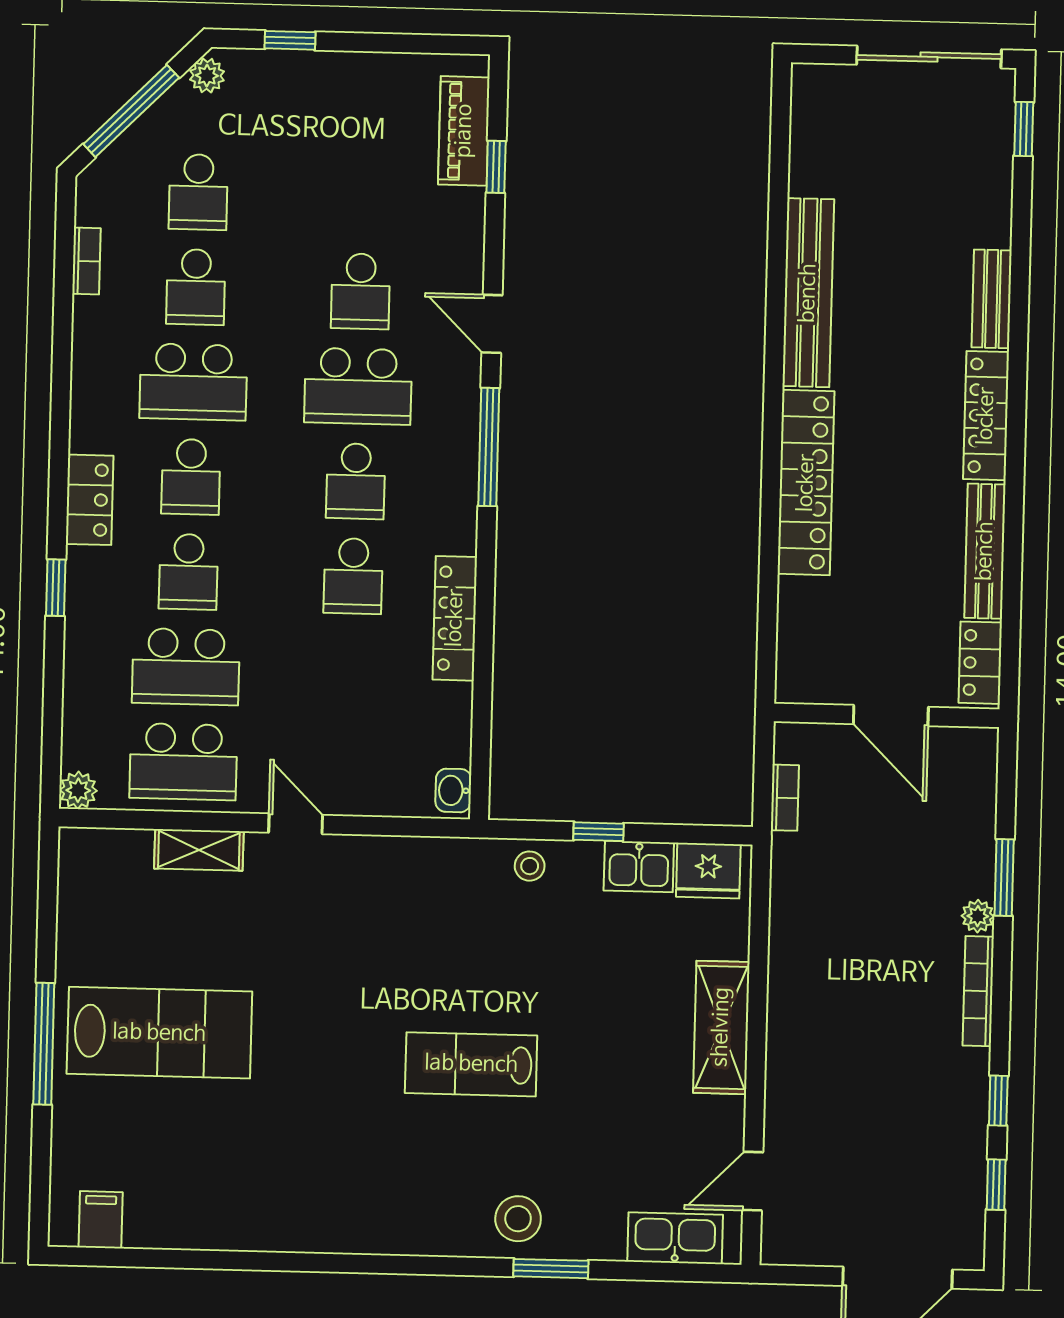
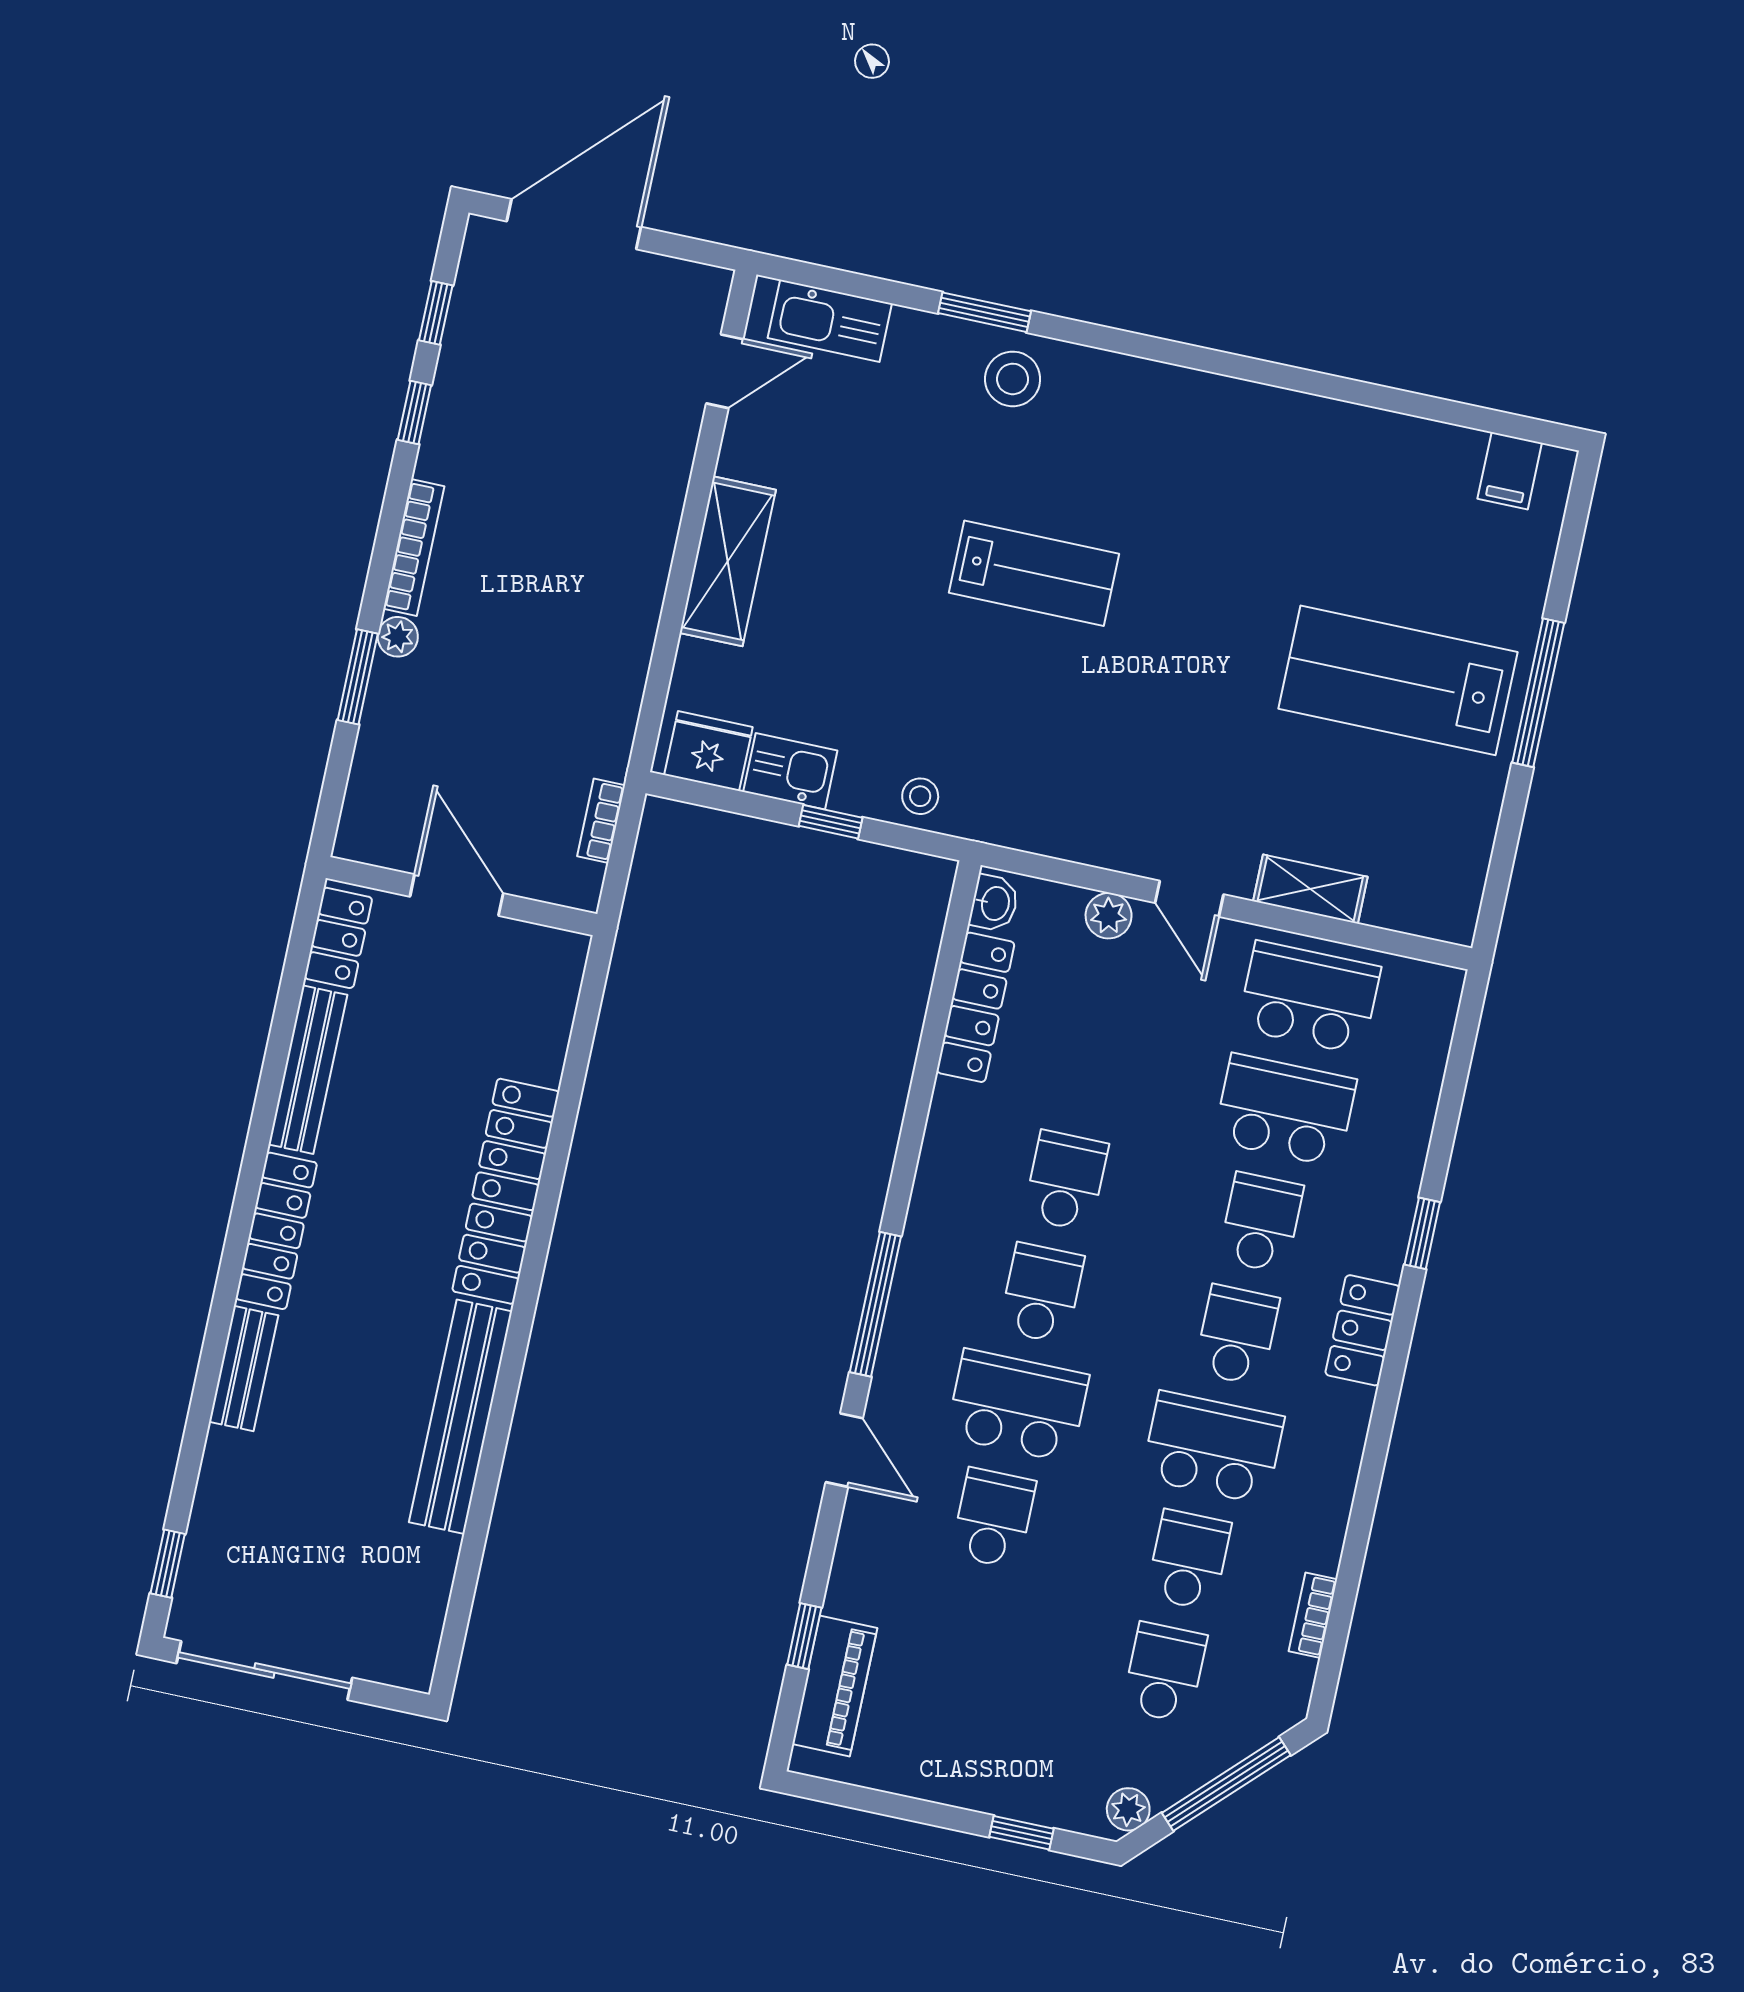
locker: (455, 618) -> (976, 1007), moved
plant: (78, 790) -> (1109, 916), moved

